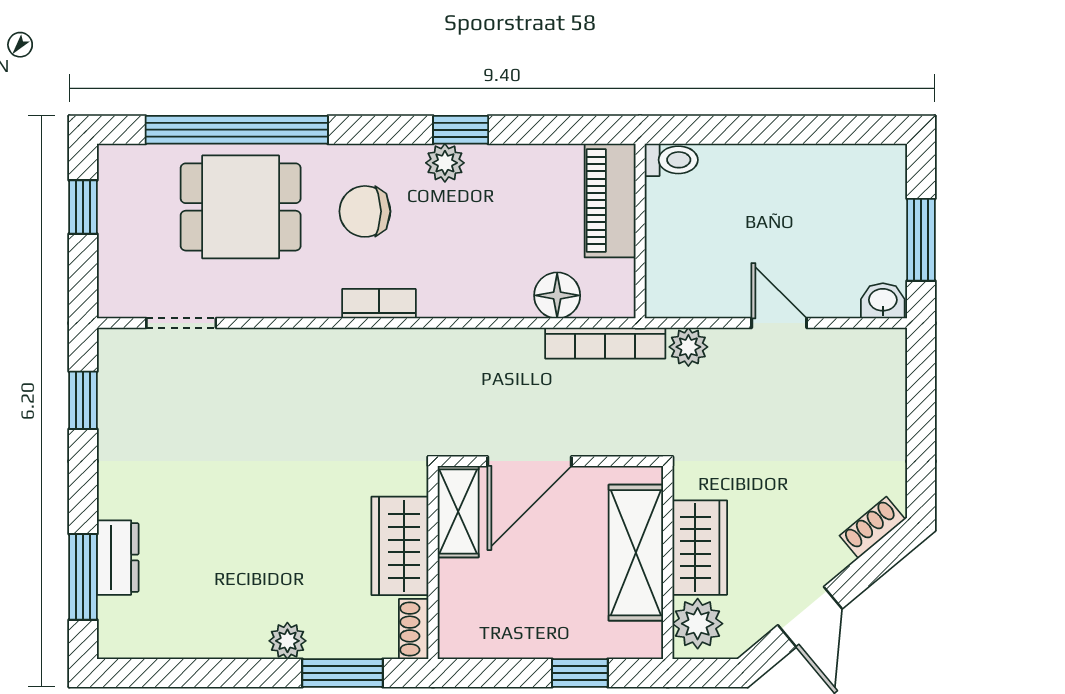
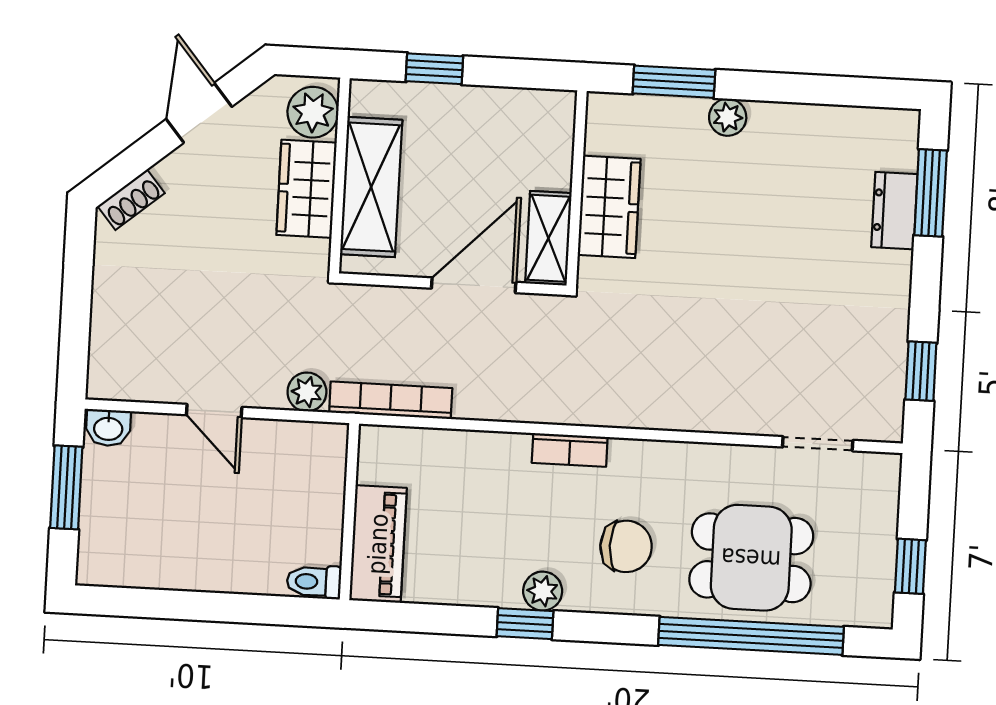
floor lamp: (557, 295) -> (437, 451), removed
bookcase: (379, 304) -> (570, 450), moved
shoe rack: (414, 629) -> (600, 122), removed

